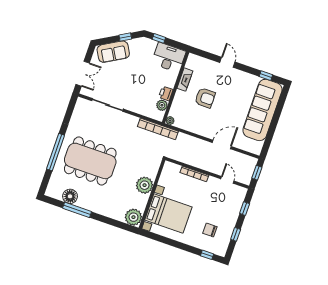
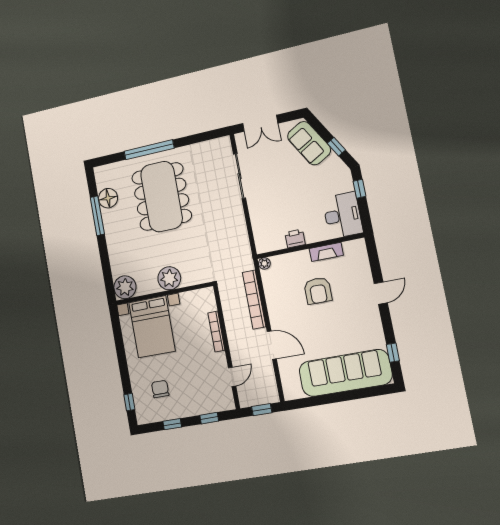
plant: (162, 105) -> (277, 242), removed
bookcase: (158, 129) -> (254, 300), moved

